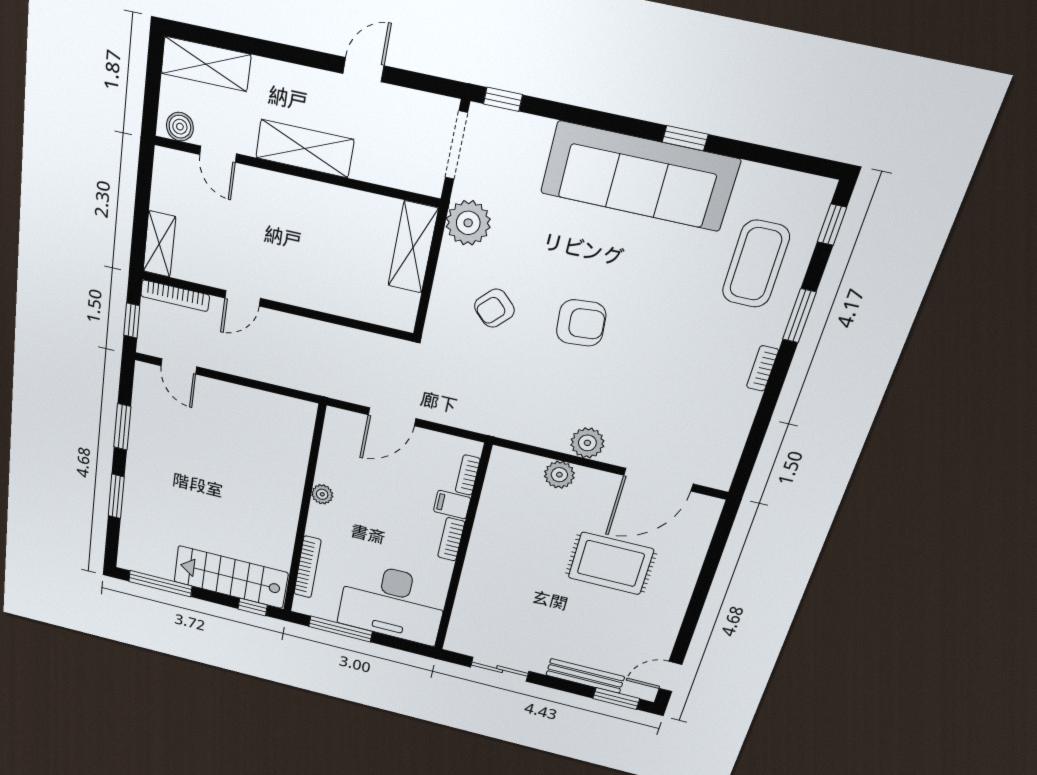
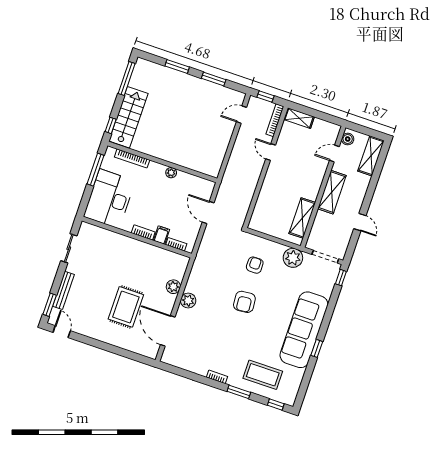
shelving: (413, 247) -> (302, 218), moved, turned 90
armchair: (494, 308) -> (255, 265), turned 46

